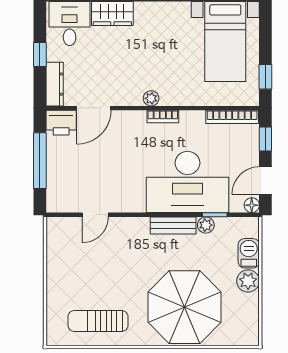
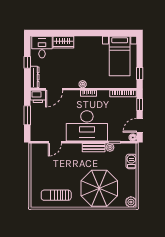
window: (40, 161) -> (27, 115), width x0.69
desk: (188, 182) -> (87, 126), moved
plant: (248, 281) -> (131, 202), moved

